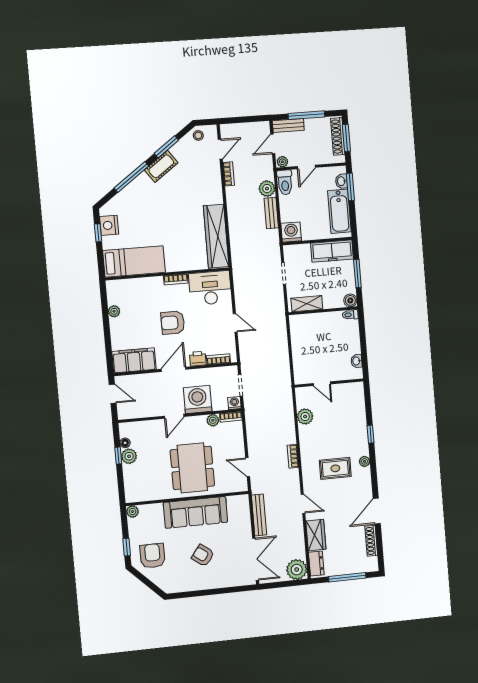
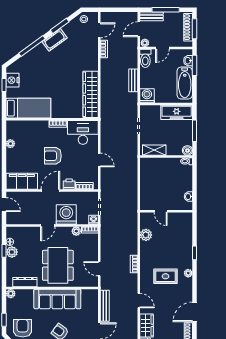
plant: (267, 189) -> (132, 62), removed
dresser: (150, 494) -> (25, 282), added

